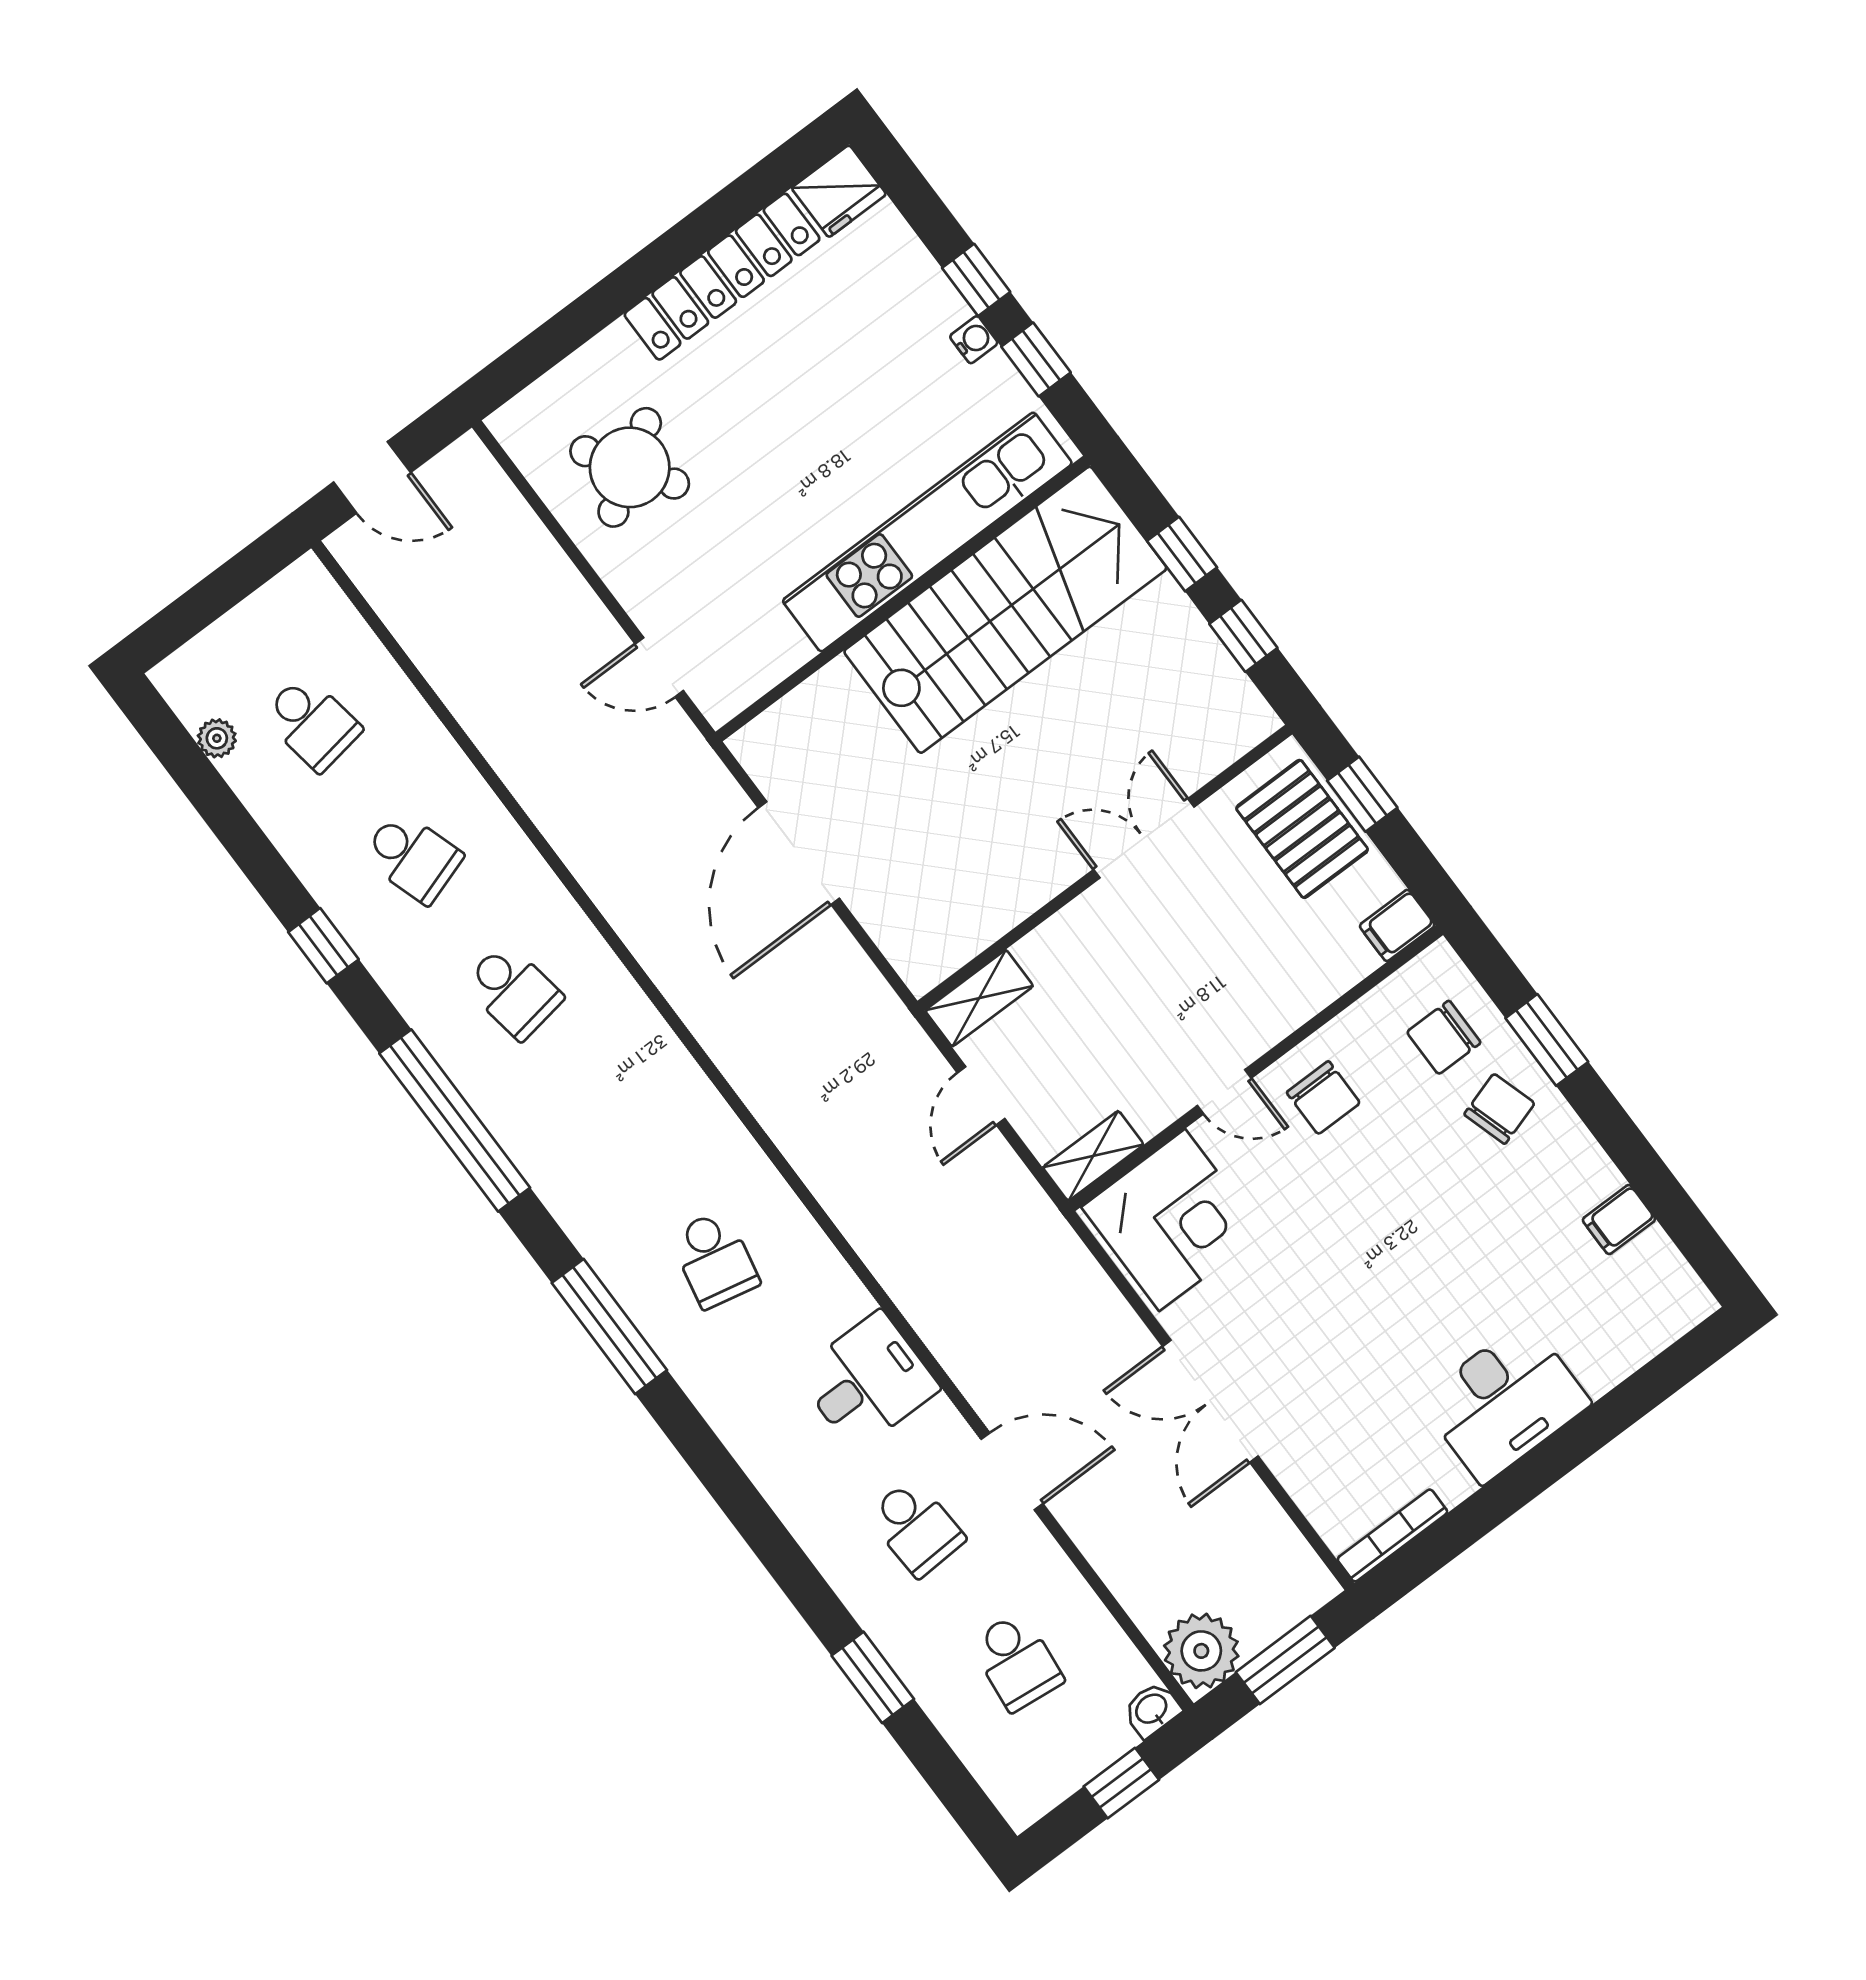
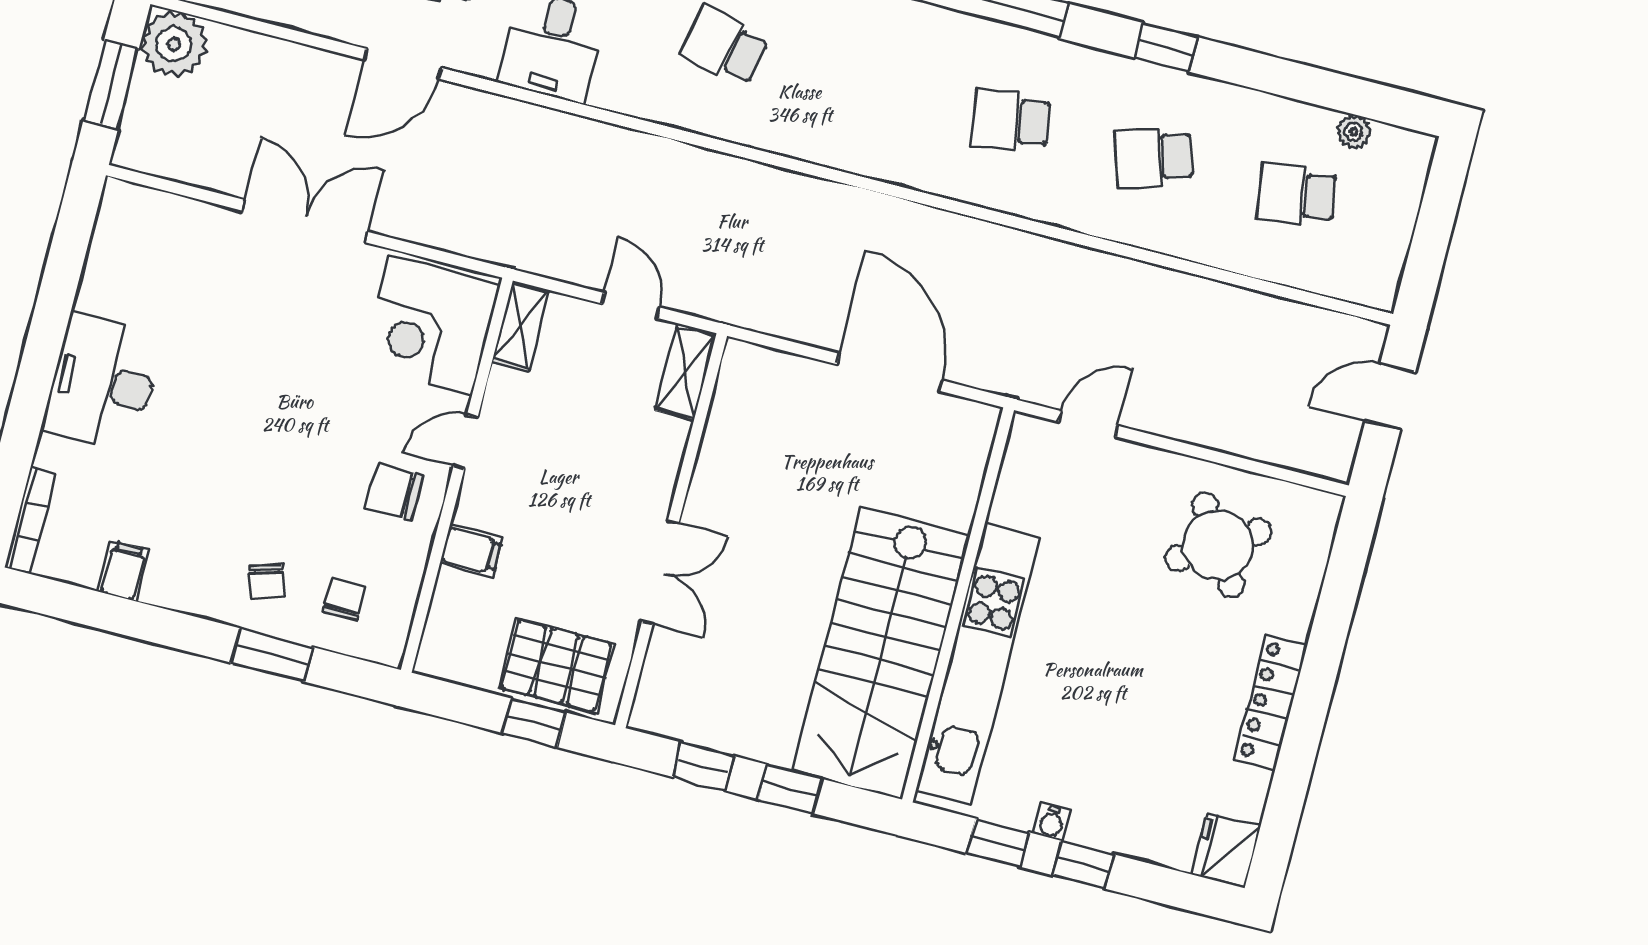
locker: (722, 277) -> (1271, 702), width x0.71, depth x0.83
filing cabinet: (1397, 925) -> (471, 550), moved, turned 90
chair: (1444, 1037) -> (344, 600), width x0.73, depth x0.73
chair: (1499, 1109) -> (267, 581), width x0.73, depth x0.73
bookcase: (1392, 1536) -> (30, 521), moved

